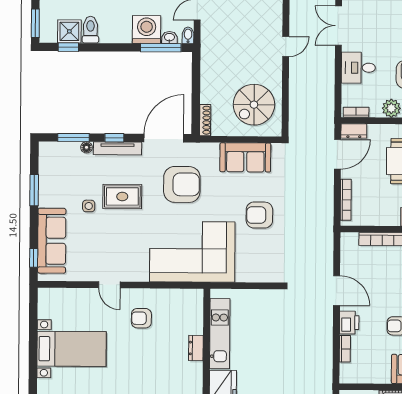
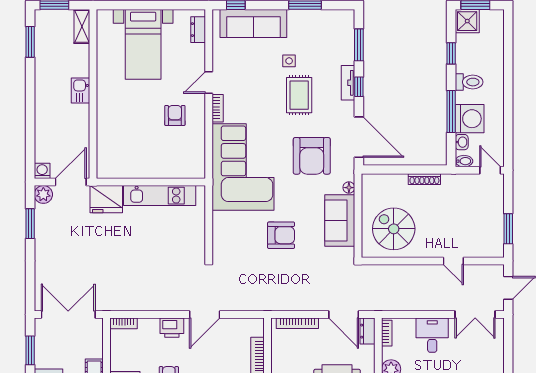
double door: (338, 26) -> (475, 315), swing flipped
toilet: (90, 30) -> (469, 82), moved
shower: (69, 31) -> (467, 21), moved
window: (68, 47) -> (451, 53), moved
window: (161, 48) -> (451, 112), moved
shoe rack: (205, 120) -> (424, 179), moved
floor lamp: (87, 147) -> (349, 188), moved
tv unit: (117, 148) -> (348, 83), width x0.71
armchair: (259, 215) -> (281, 235), turned 90
bookcase: (135, 276) -> (218, 108), added
dresser: (196, 348) -> (198, 30), moved, turned -90
bookcase: (345, 349) -> (123, 323), moved

